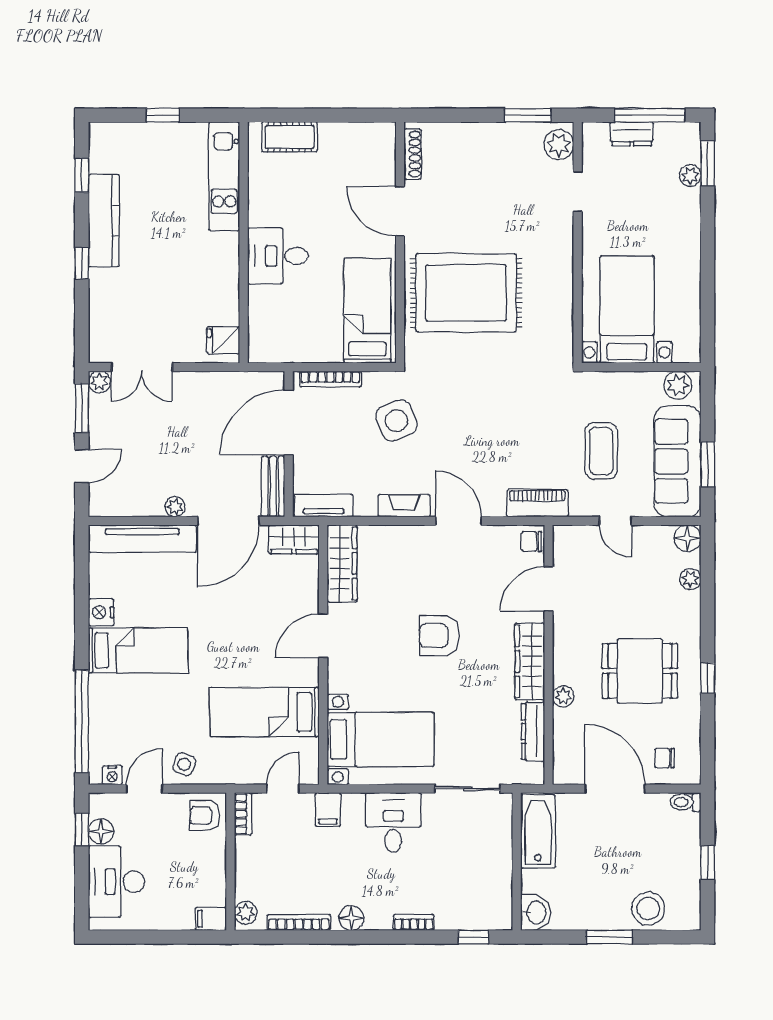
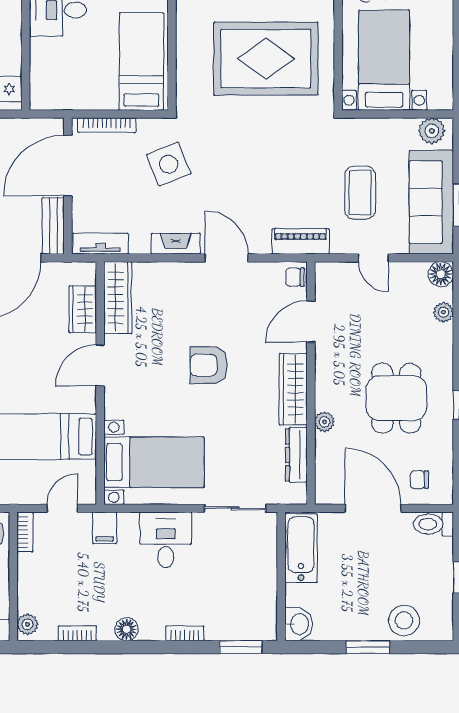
rug: (466, 293) -> (266, 59), moved
wardrobe: (294, 539) -> (83, 309), moved, turned 90
dining table: (640, 671) -> (396, 398), turned 90
toilet: (686, 802) -> (433, 524), width x1.37, depth x1.39
bookcase: (299, 922) -> (77, 633), width x0.64
window: (474, 937) -> (241, 647), width x1.50

